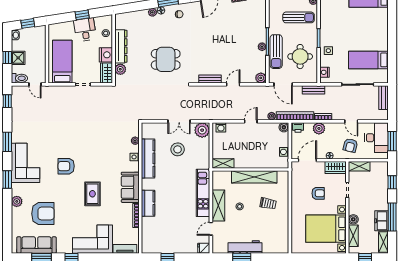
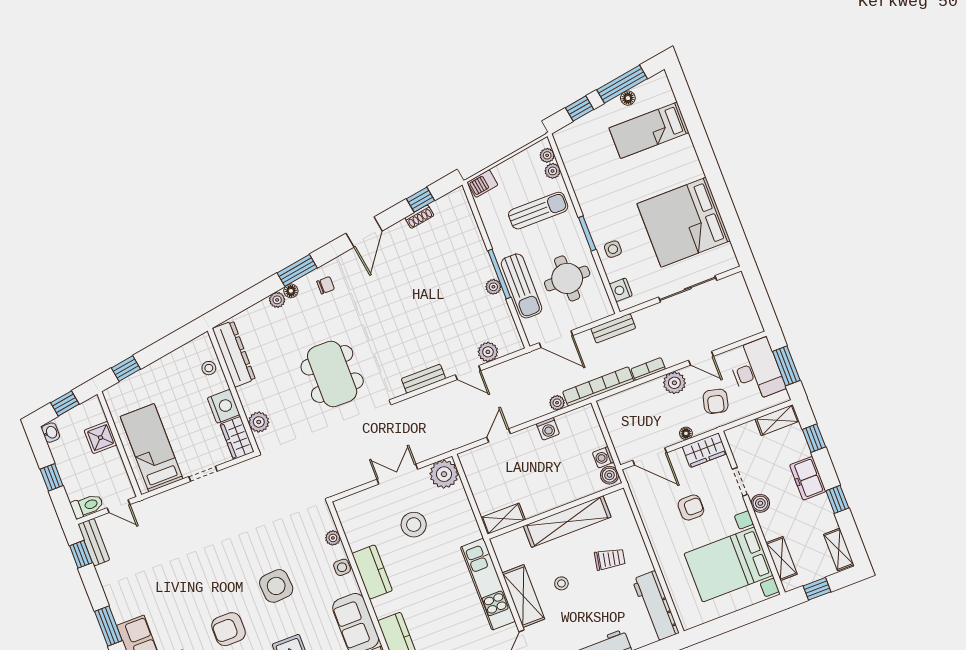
window: (82, 15) -> (126, 368), moved
desk: (85, 30) -> (170, 376), removed
dresser: (121, 46) -> (234, 354), moved
shower: (18, 58) -> (101, 438), moved
dining table: (166, 59) -> (332, 374), width x1.38
bed: (368, 60) -> (684, 222), width x2.04
plant: (261, 78) -> (488, 352), moved
door: (233, 84) -> (468, 373), swing flipped
bench: (383, 98) -> (94, 542), moved
double door: (179, 121) -> (397, 474), swing flipped
door: (251, 121) -> (499, 436), moved
washing machine: (221, 127) -> (548, 429), moved
boiler: (284, 127) -> (609, 475), moved
printer: (298, 127) -> (611, 405), removed
plant: (319, 128) -> (674, 383), moved
side table: (98, 154) -> (276, 586), added
kitchen counter: (148, 158) -> (372, 572), width x0.67
door: (307, 160) -> (650, 456), swing flipped
shelving: (359, 166) -> (777, 420), moved
window: (392, 217) -> (837, 499), width x0.46
boiler: (353, 219) -> (760, 503), moved
freezer: (381, 221) -> (808, 478), moved
workbench: (282, 235) -> (656, 606), added

